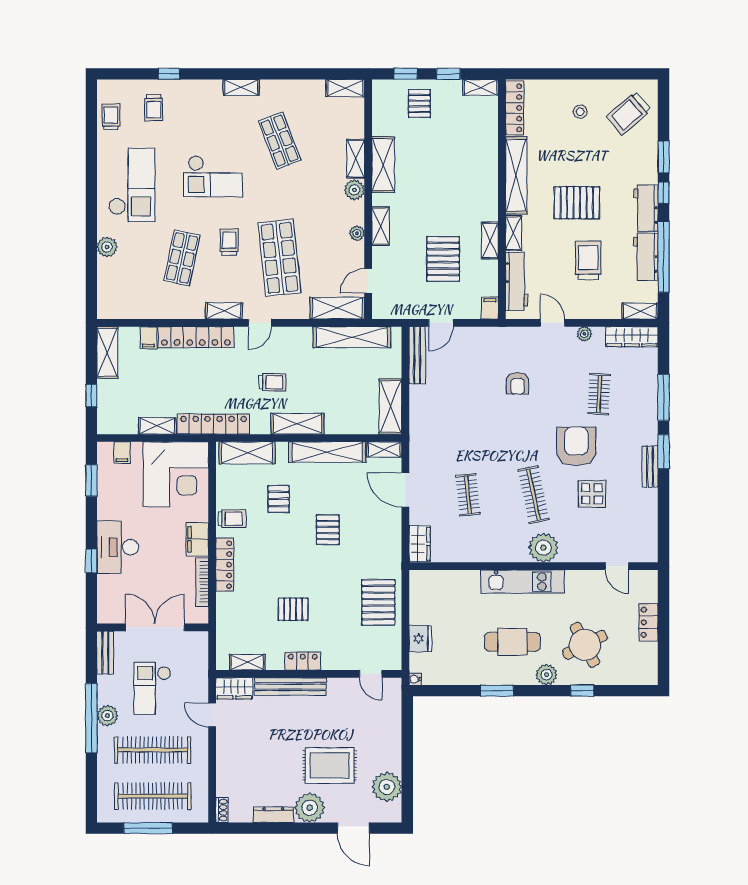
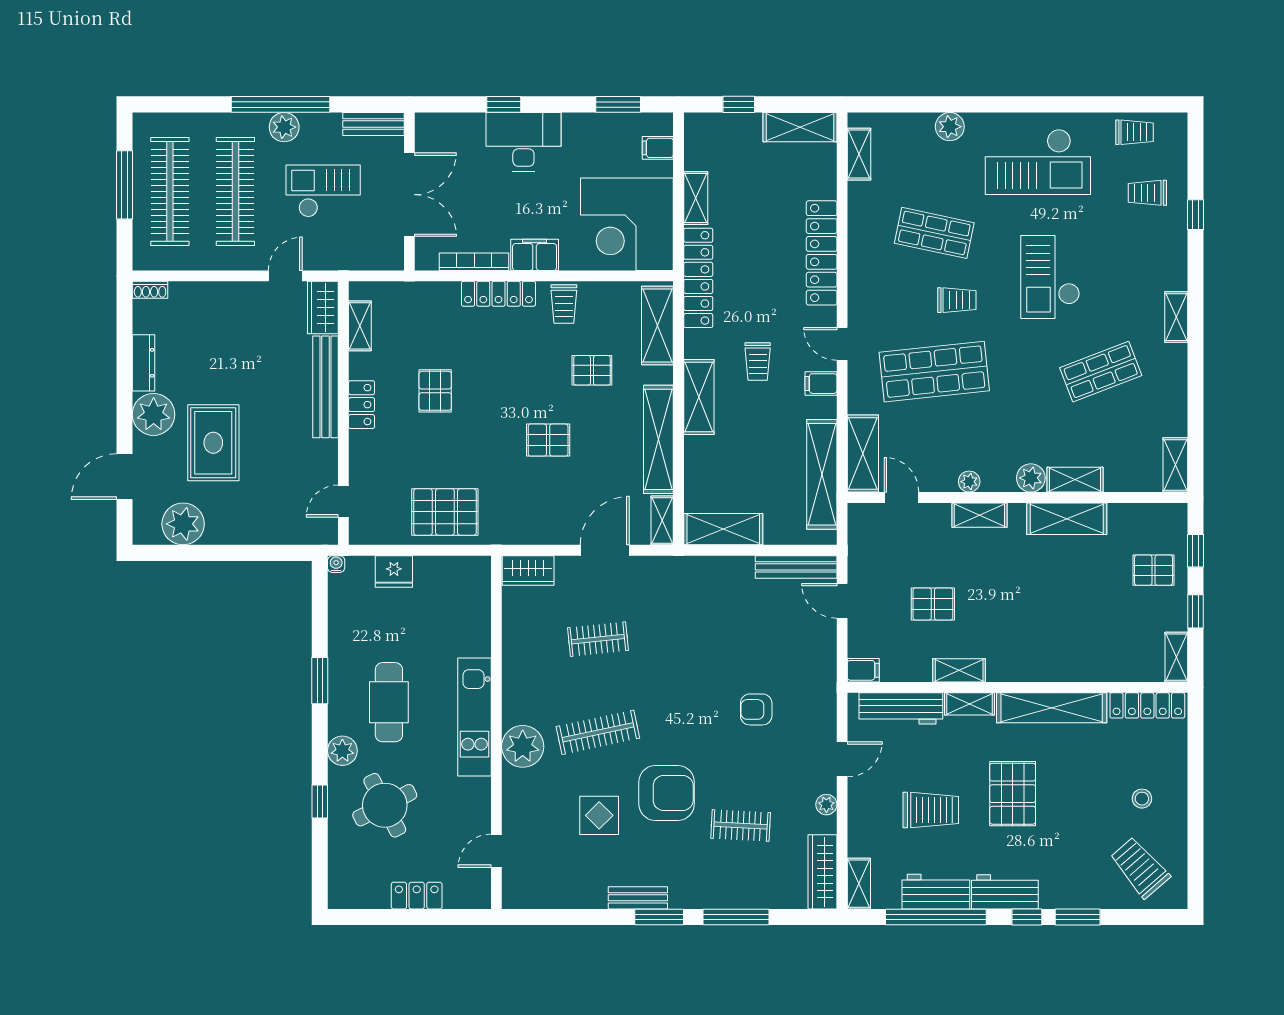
pallet: (443, 259) -> (933, 604), width x0.67, depth x0.71
shelving: (224, 311) -> (859, 154), moved
filing cabinet: (148, 338) -> (821, 384), moved

